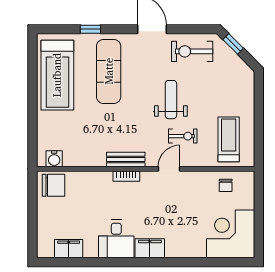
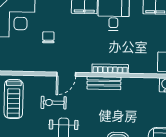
bookcase: (126, 176) -> (110, 69), width x1.56
chair: (226, 185) -> (48, 37), moved

